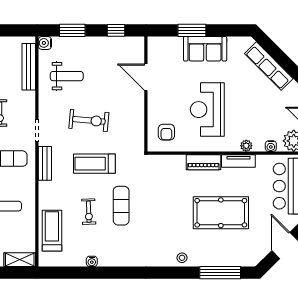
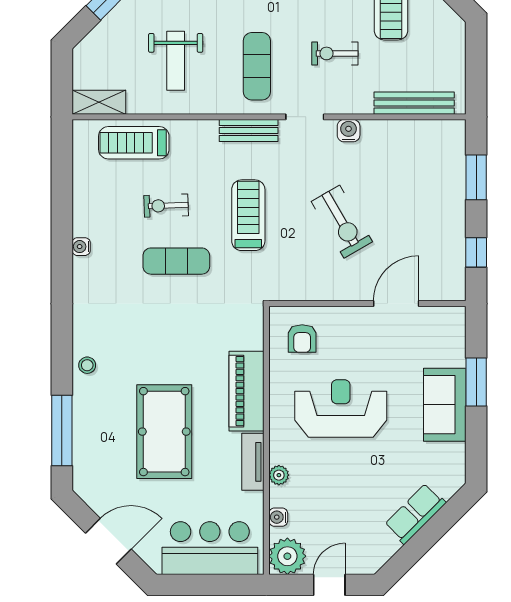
water cooler: (45, 43) -> (349, 131), moved
row of seats: (269, 66) -> (415, 514), width x0.68
weight bench: (67, 76) -> (398, 168), removed
exercise bike: (89, 120) -> (342, 222), moved, turned -35
armchair: (166, 132) -> (302, 339), turned -90
piano: (203, 162) -> (246, 391), width x1.37, depth x1.33
treadmill: (52, 231) -> (134, 143), turned 180
shelving: (20, 260) -> (99, 102), moved, turned 90
water cooler: (92, 261) -> (81, 247), moved

